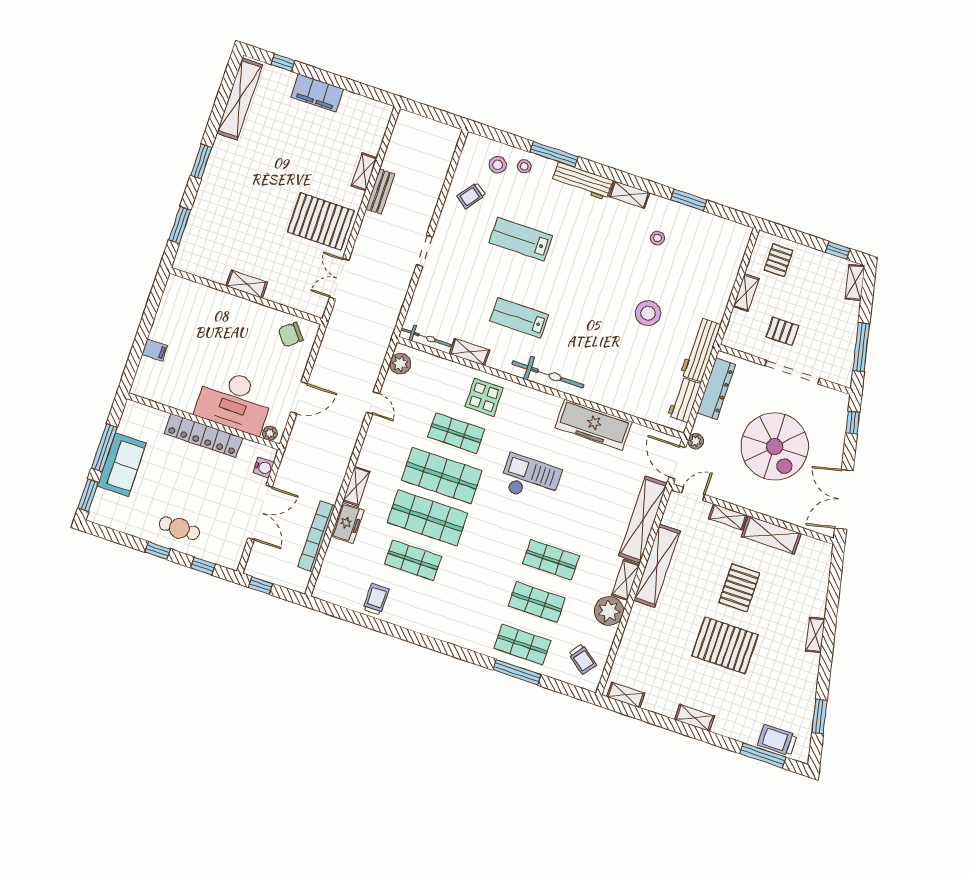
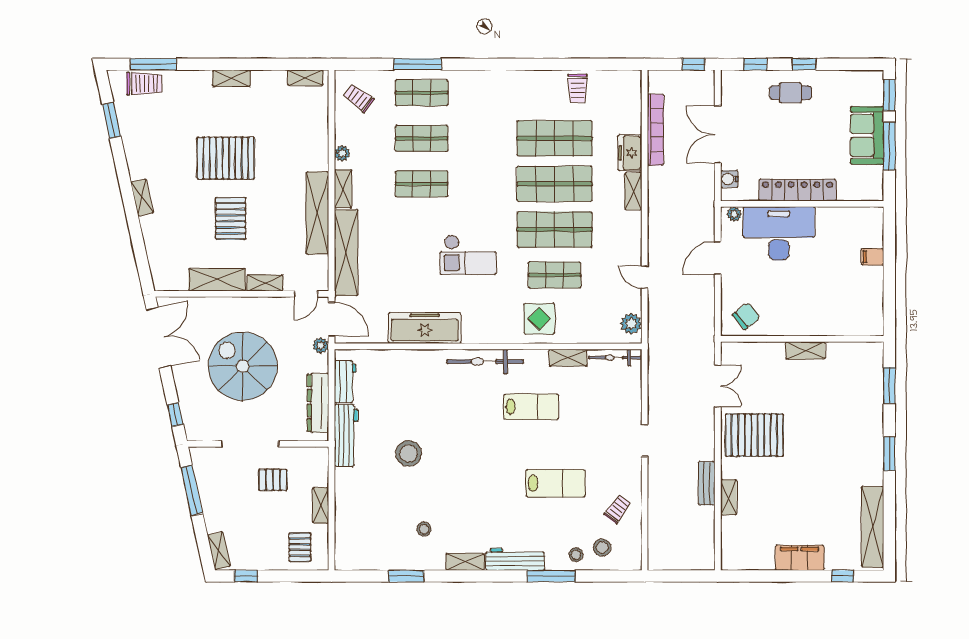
shop shelf: (413, 560) -> (555, 138), width x1.43, depth x1.36
plant: (609, 611) -> (342, 153), width x0.53, depth x0.53

